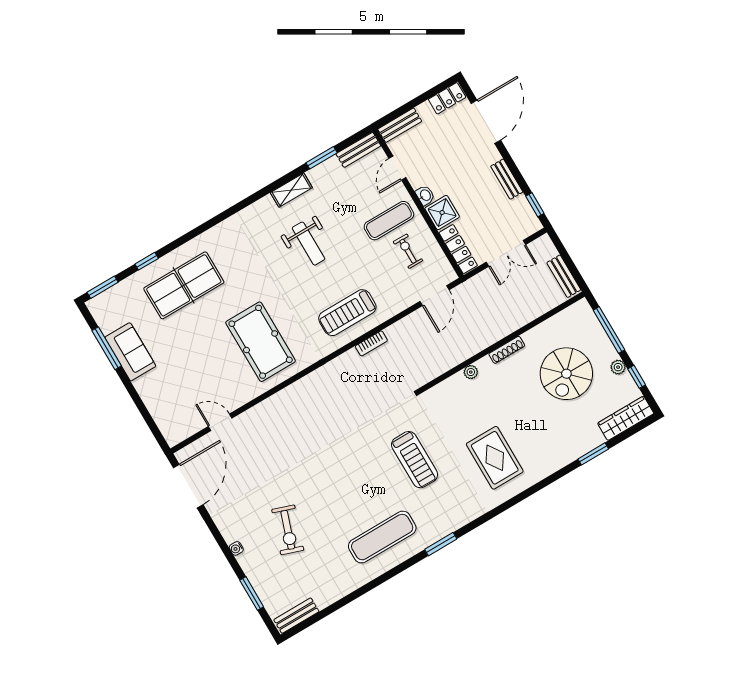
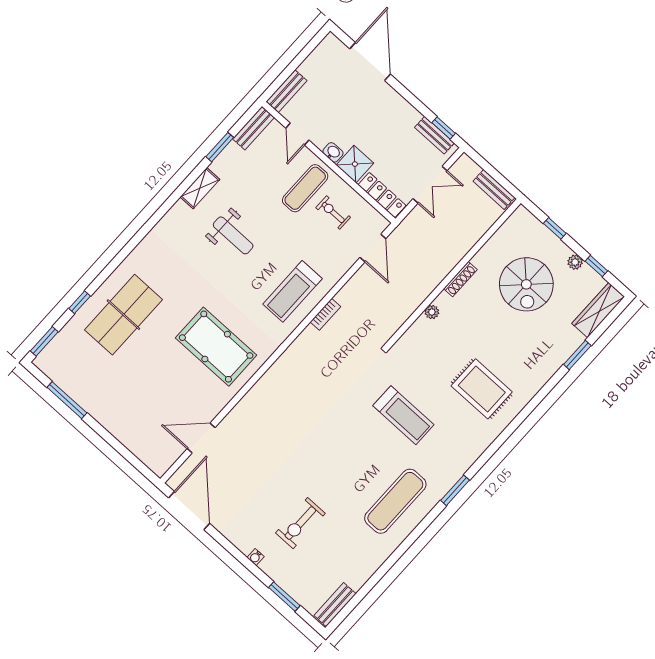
locker: (447, 98) -> (325, 50), removed
bench: (507, 179) -> (434, 135), moved
window: (609, 330) -> (555, 228), width x0.46
sofa: (130, 352) -> (91, 396), removed
door: (220, 422) -> (201, 438), width x1.38
exercise bike: (288, 530) -> (300, 523), turned 71

